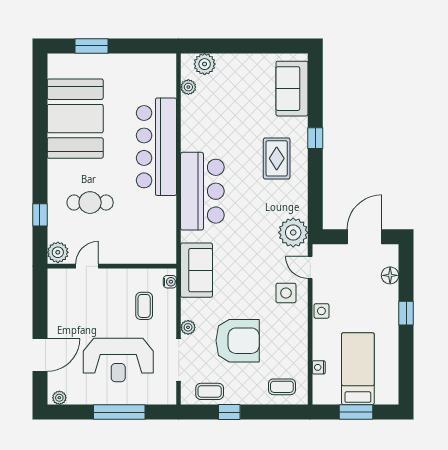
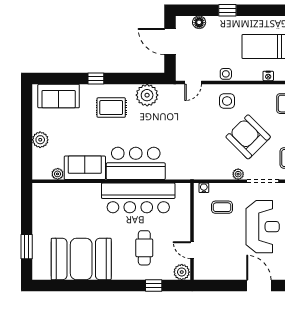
plant: (205, 64) -> (40, 140), moved
bar counter: (156, 147) -> (138, 198), moved
plant: (293, 233) -> (147, 95), moved
sofa: (197, 270) -> (85, 168), moved
side table: (286, 293) -> (227, 101), moved
armchair: (238, 341) -> (248, 137), turned -45

